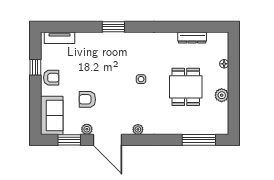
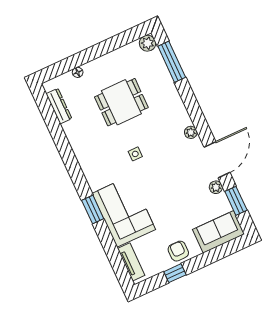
dresser: (192, 37) -> (59, 106), moved
corner sofa: (101, 50) -> (124, 211), added
plant: (222, 95) -> (148, 43), moved
armchair: (87, 99) -> (183, 202), removed

